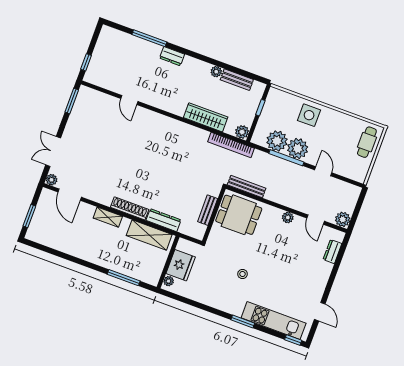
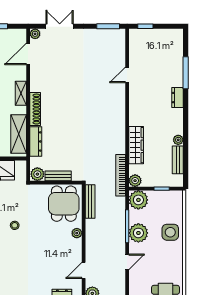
plant: (277, 141) -> (138, 200), moved
plant: (288, 218) -> (77, 233), moved
plant: (198, 231) -> (37, 174), added

